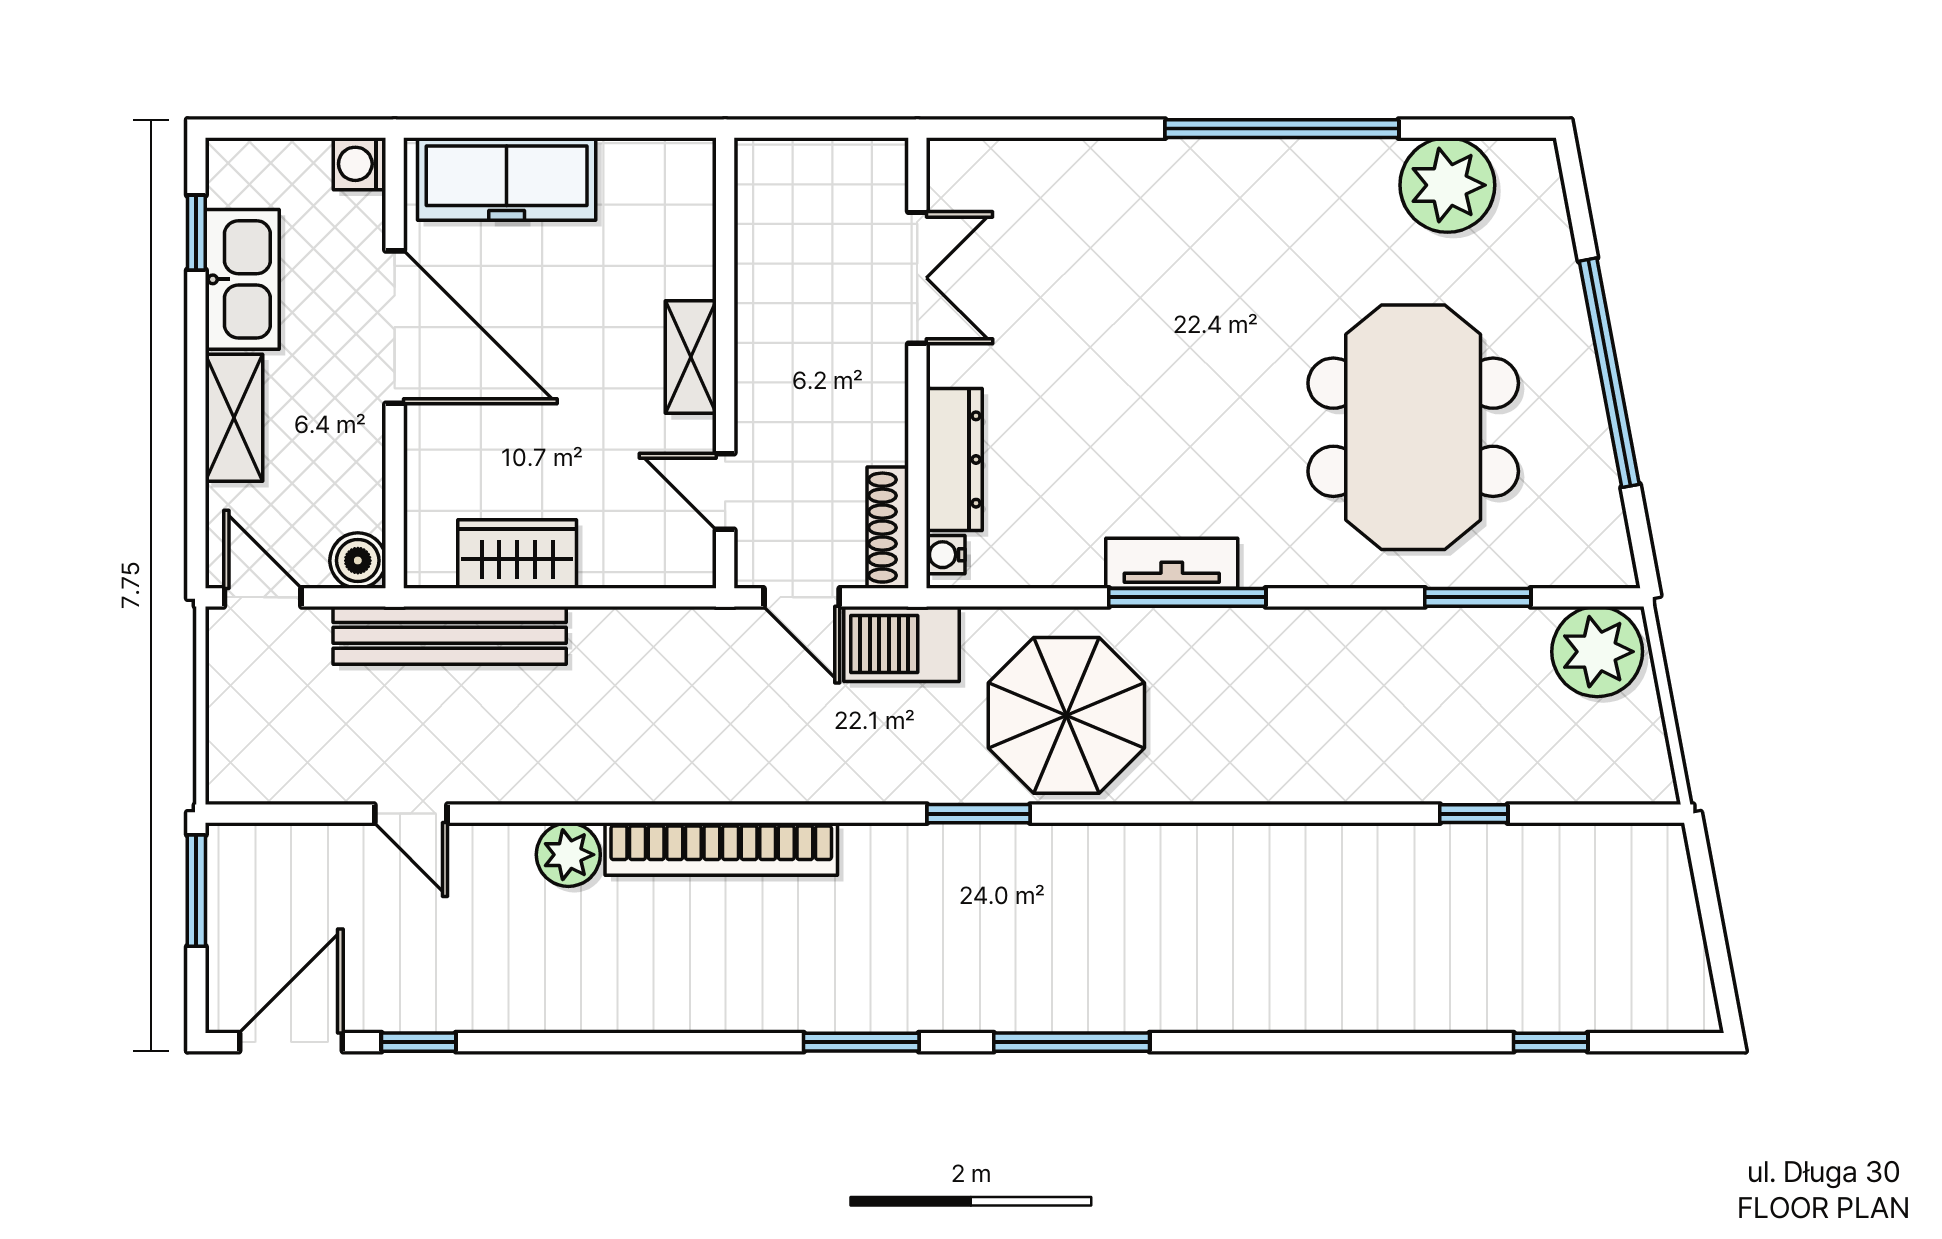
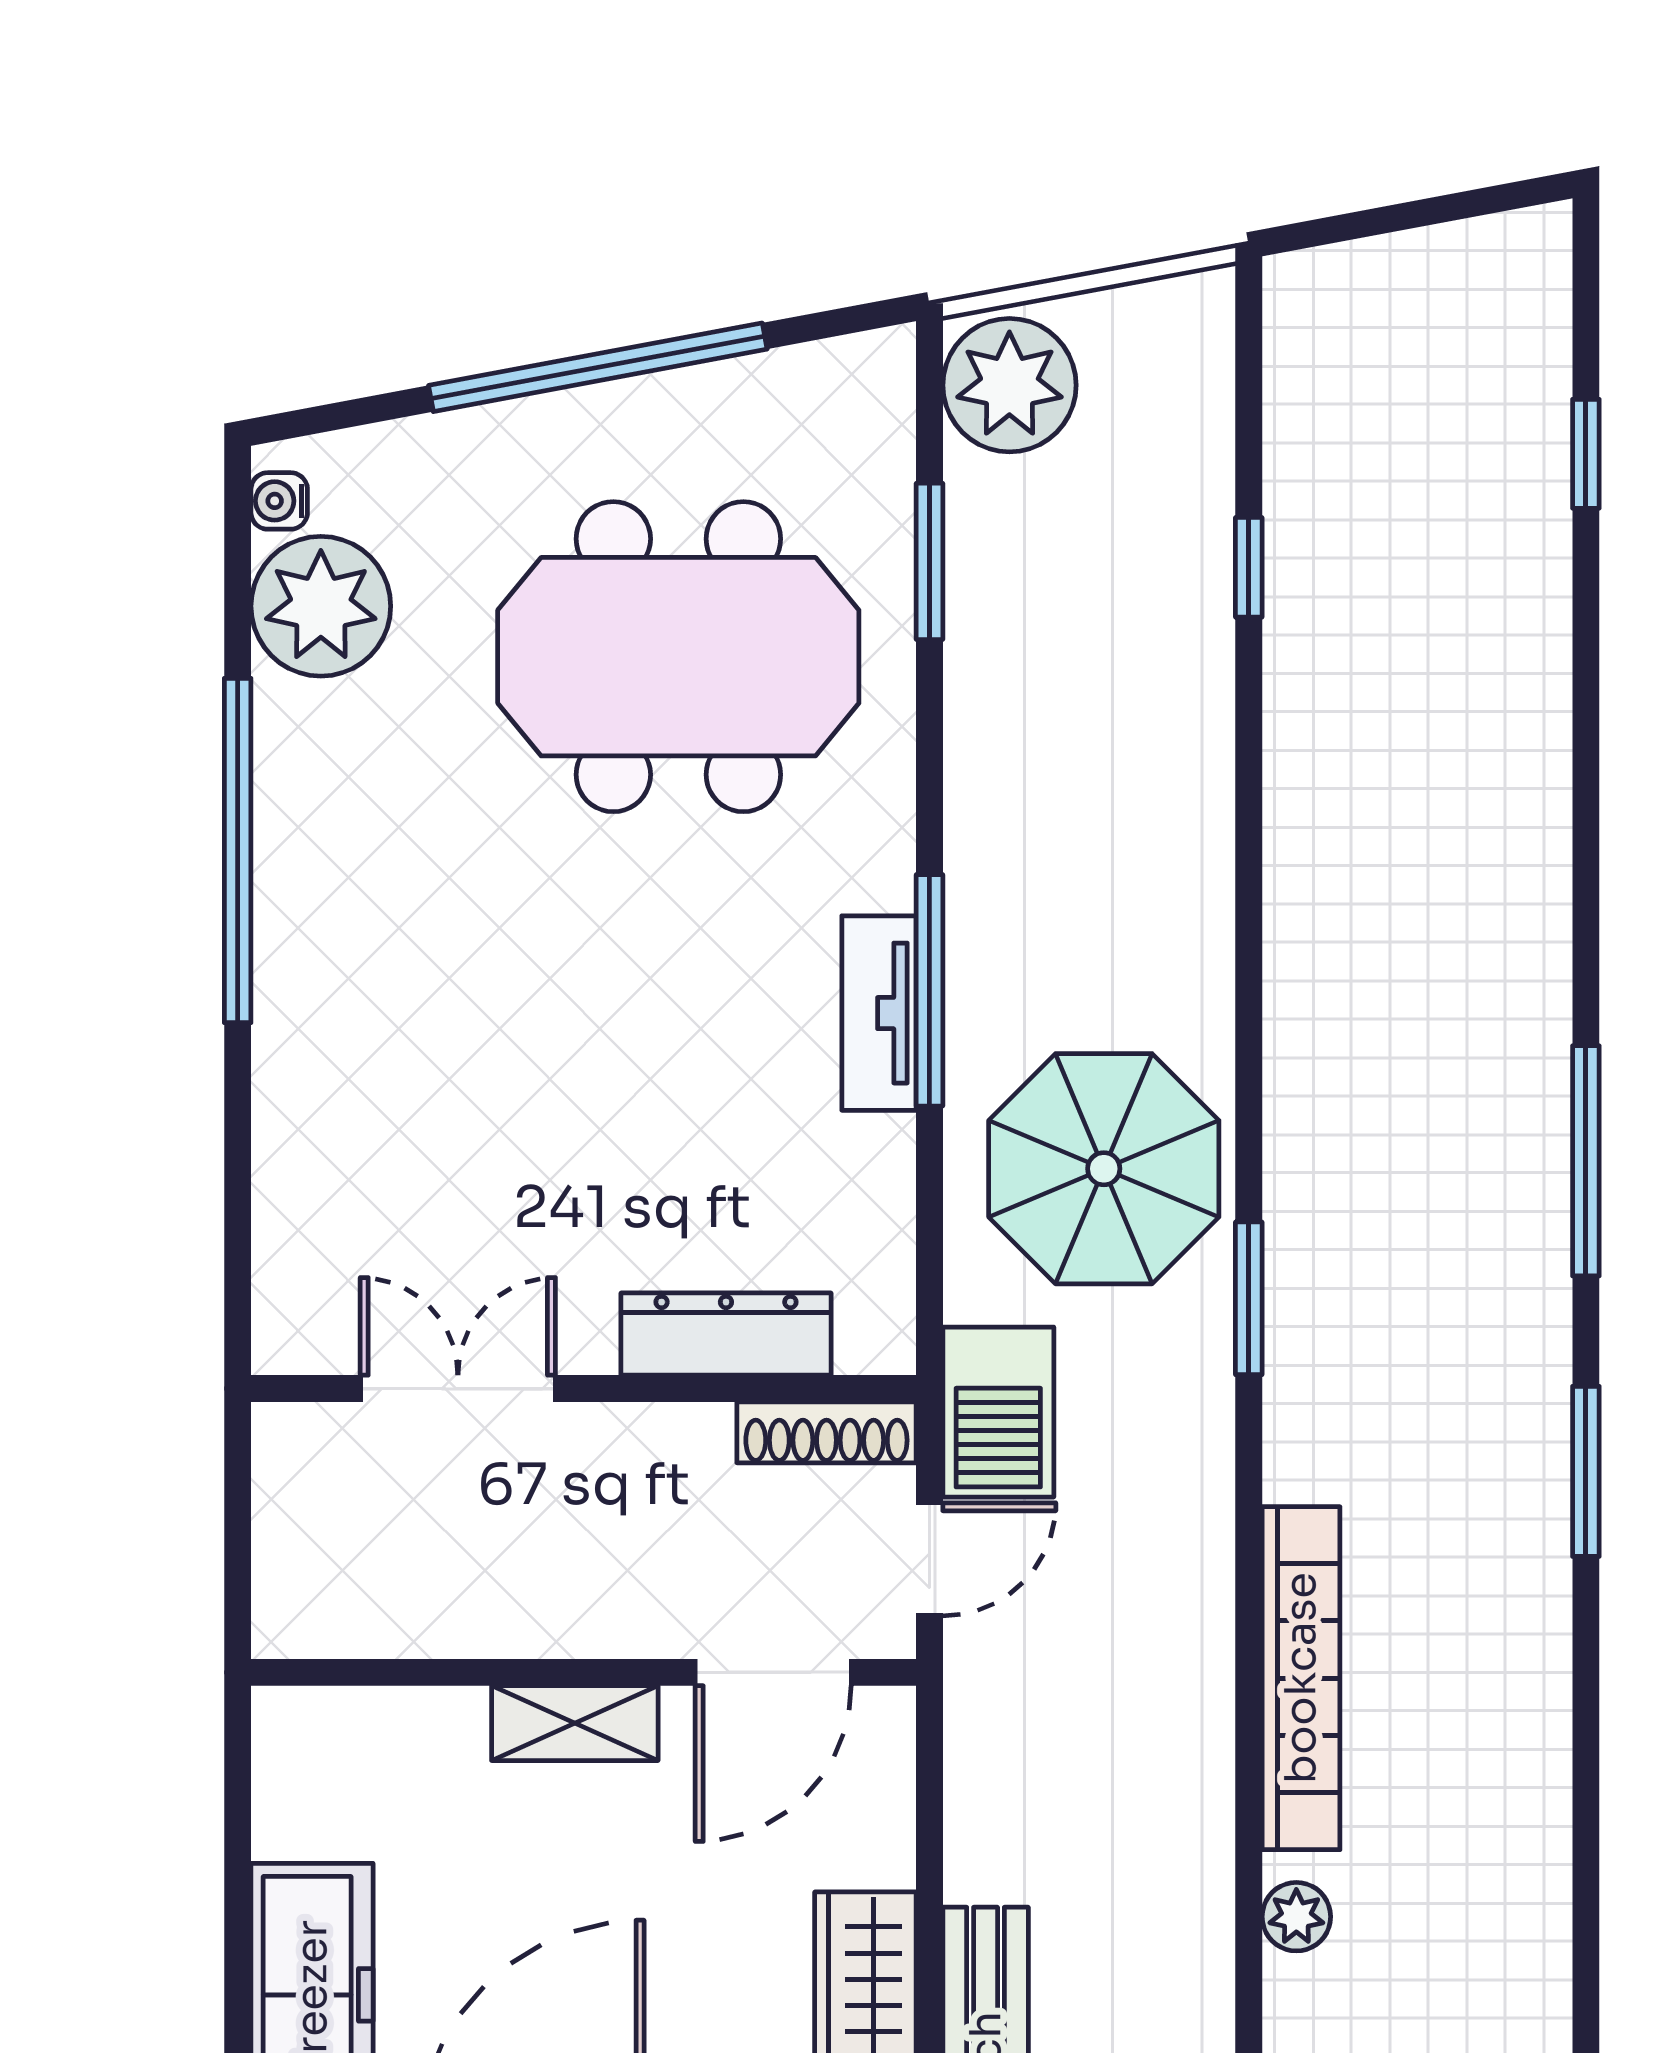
door: (725, 491) -> (773, 1672), width x1.38
water cooler: (946, 555) -> (279, 501), moved, turned 90
plant: (568, 855) -> (1296, 1917), width x0.73, depth x0.73

